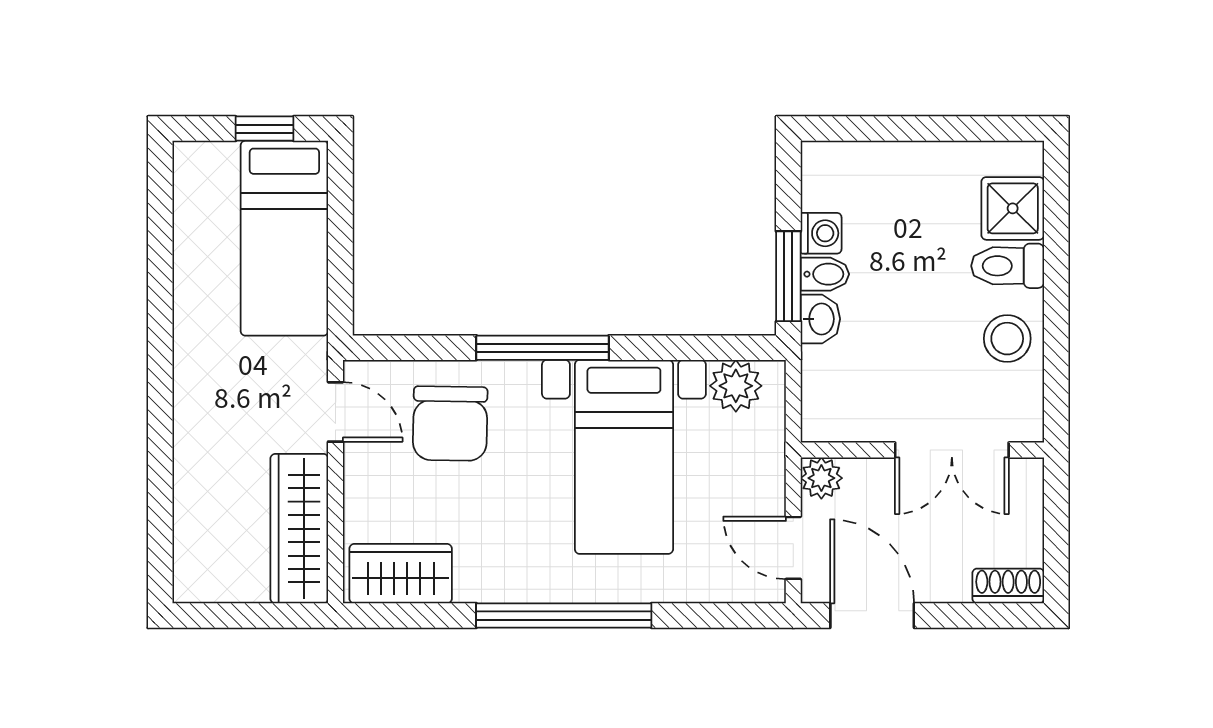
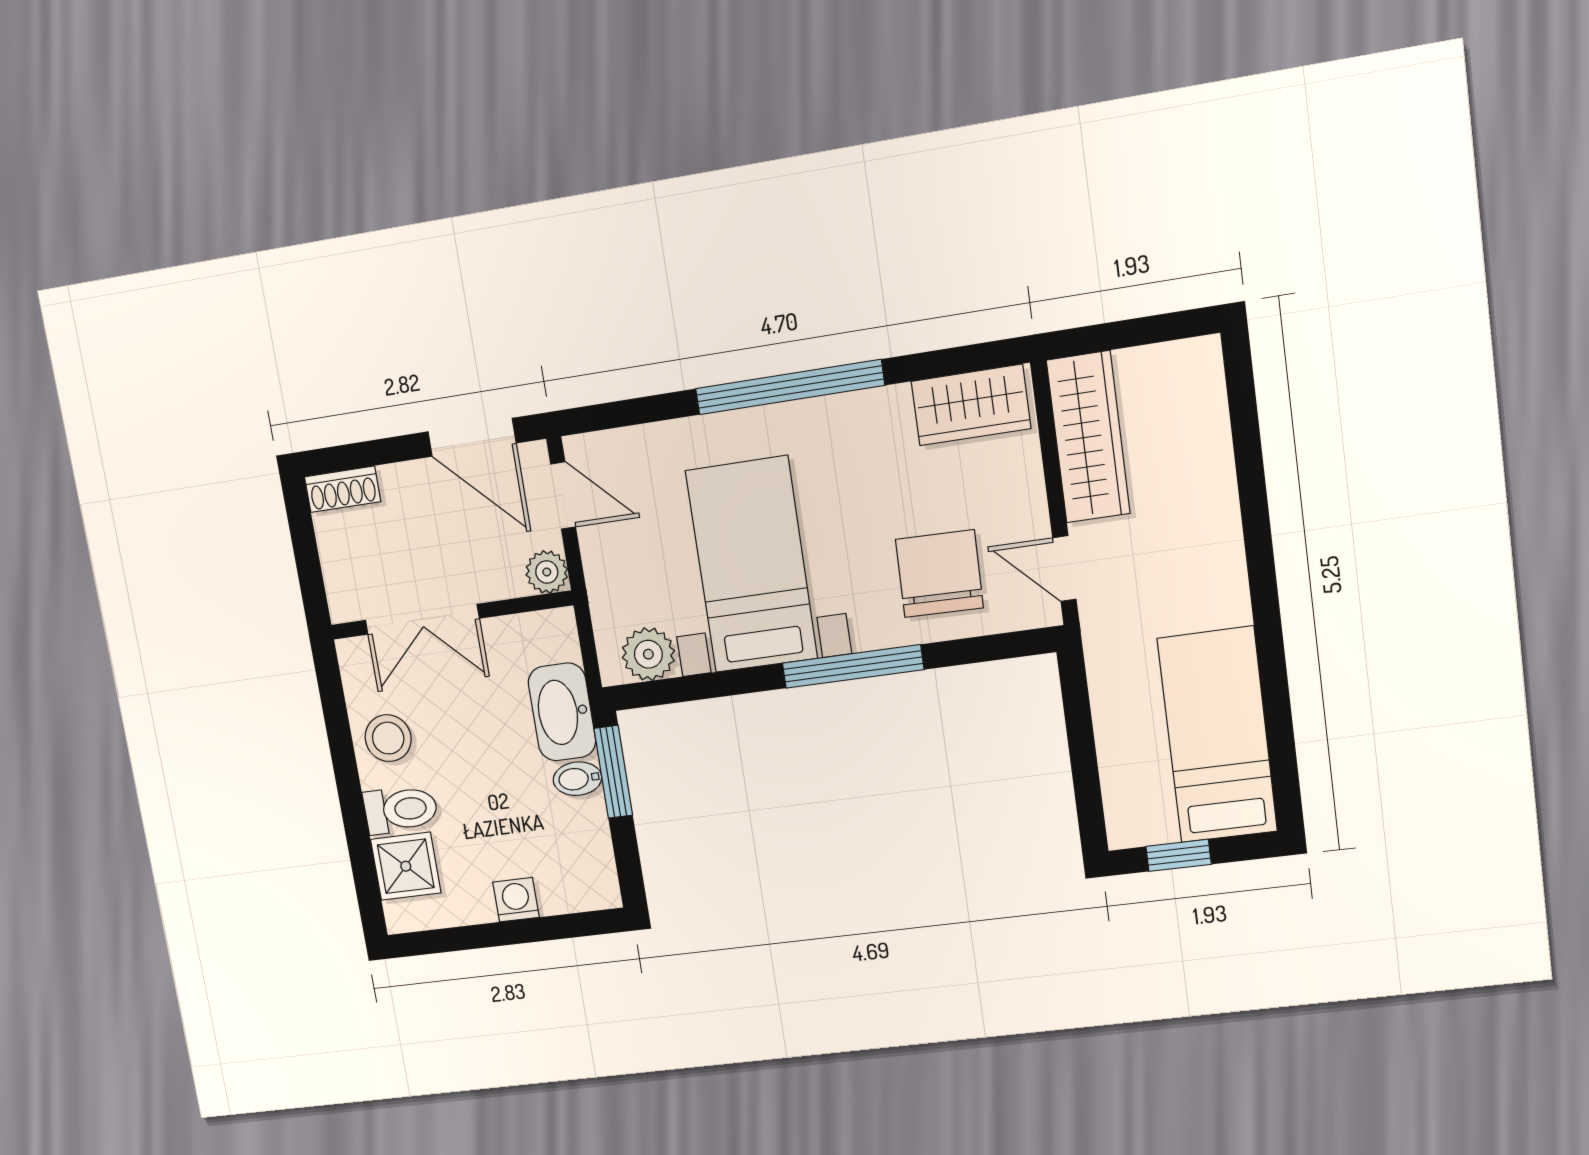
washing machine: (821, 233) -> (516, 900), moved, turned 90
bed: (284, 238) -> (1217, 735), moved
washbasin: (820, 319) -> (562, 712), width x1.91, depth x1.45
double door: (952, 450) -> (422, 619), swing flipped

